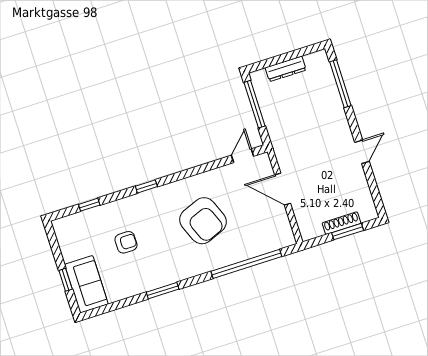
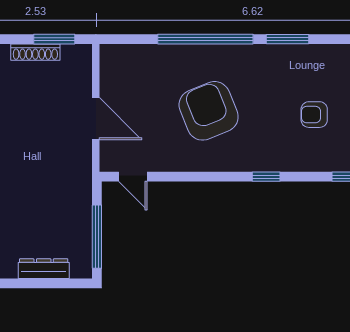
door: (243, 156) -> (133, 177), hinge flipped
window: (348, 232) -> (54, 39), moved
window: (246, 264) -> (205, 39), moved

